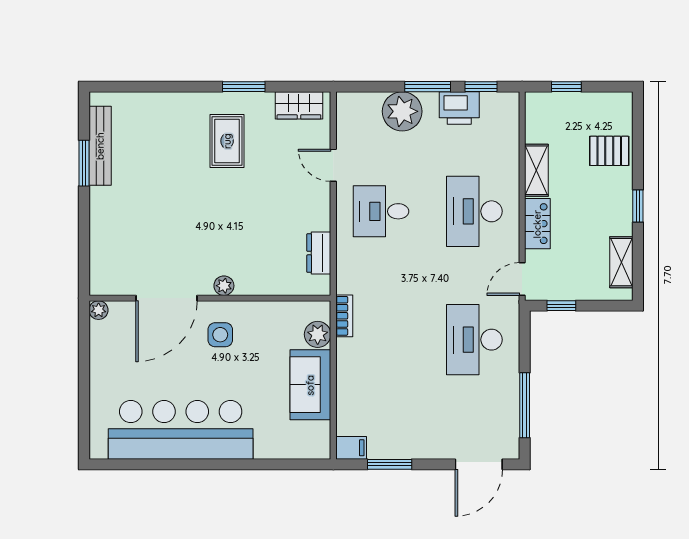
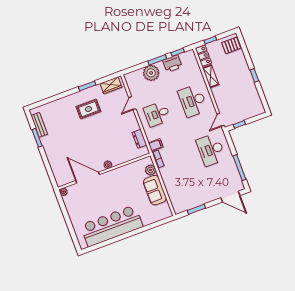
rug: (227, 141) -> (88, 109), turned 90
bench: (100, 146) -> (39, 125), width x0.73
pallet: (609, 151) -> (231, 45), moved
door: (333, 165) -> (132, 103), hinge flipped
locker: (537, 224) -> (203, 56), moved
shelving: (621, 262) -> (256, 99), removed
door: (166, 298) -> (88, 178), swing flipped
side table: (220, 335) -> (113, 184), removed
filing cabinet: (351, 448) -> (156, 145), moved
door: (479, 464) -> (230, 197), hinge flipped

